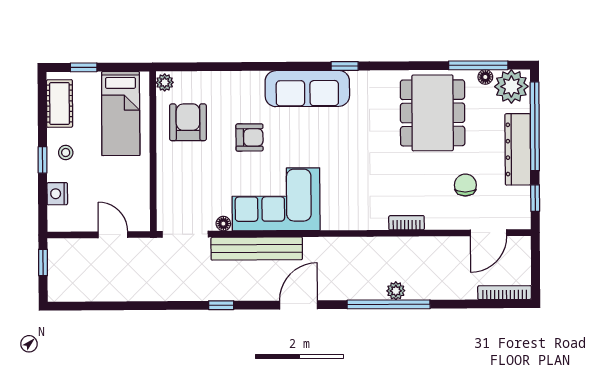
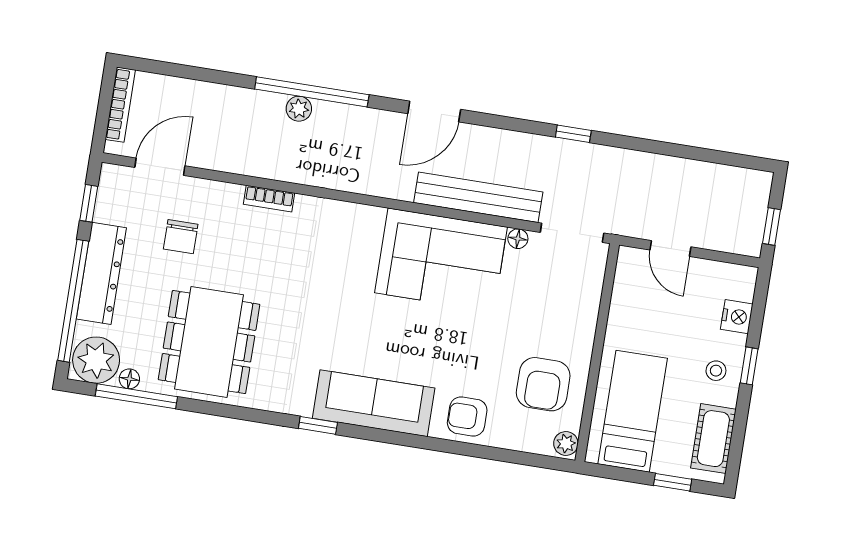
armchair: (249, 137) -> (467, 416), moved
bookcase: (505, 293) -> (120, 105), moved, turned -90
window: (221, 305) -> (573, 134), moved

